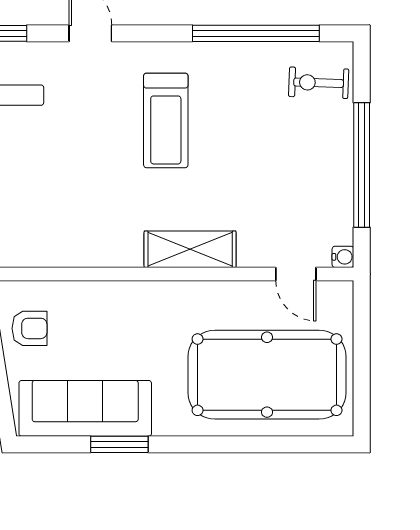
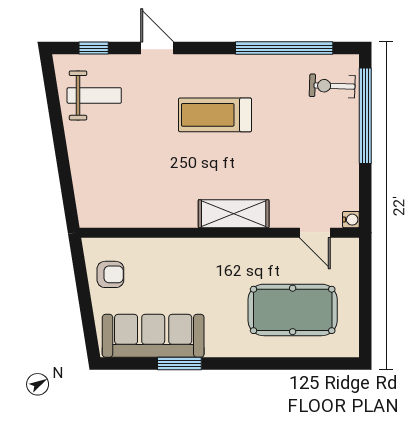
treadmill: (166, 120) -> (215, 115), turned 90
window: (362, 165) -> (365, 116), moved
pool table: (267, 375) -> (293, 310), width x0.73, depth x0.76

